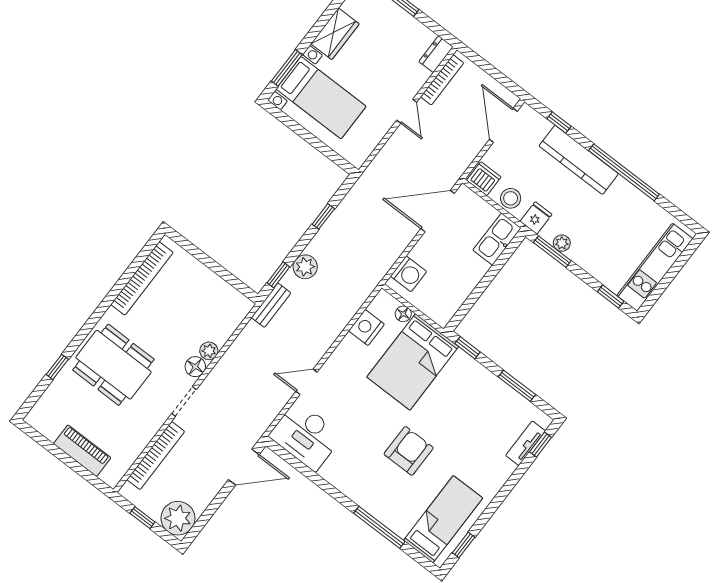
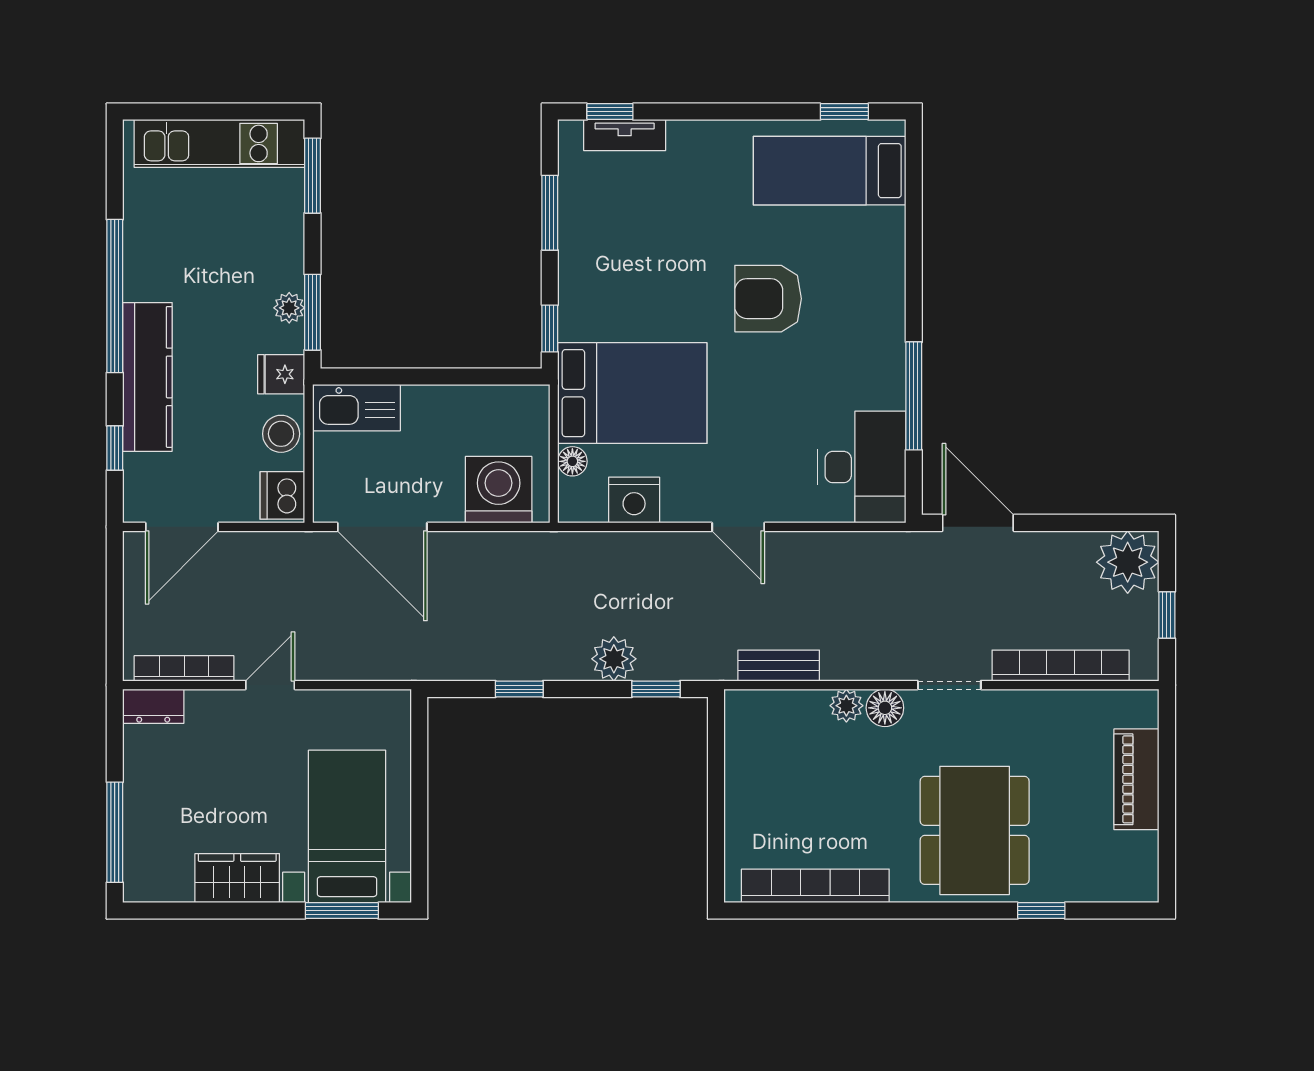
washing machine: (409, 274) -> (499, 490), width x1.37, depth x1.37
window: (611, 296) -> (313, 176), width x1.50
bench: (271, 305) -> (779, 666), moved
door: (307, 382) -> (738, 527), moved
window: (379, 527) -> (914, 396), moved

